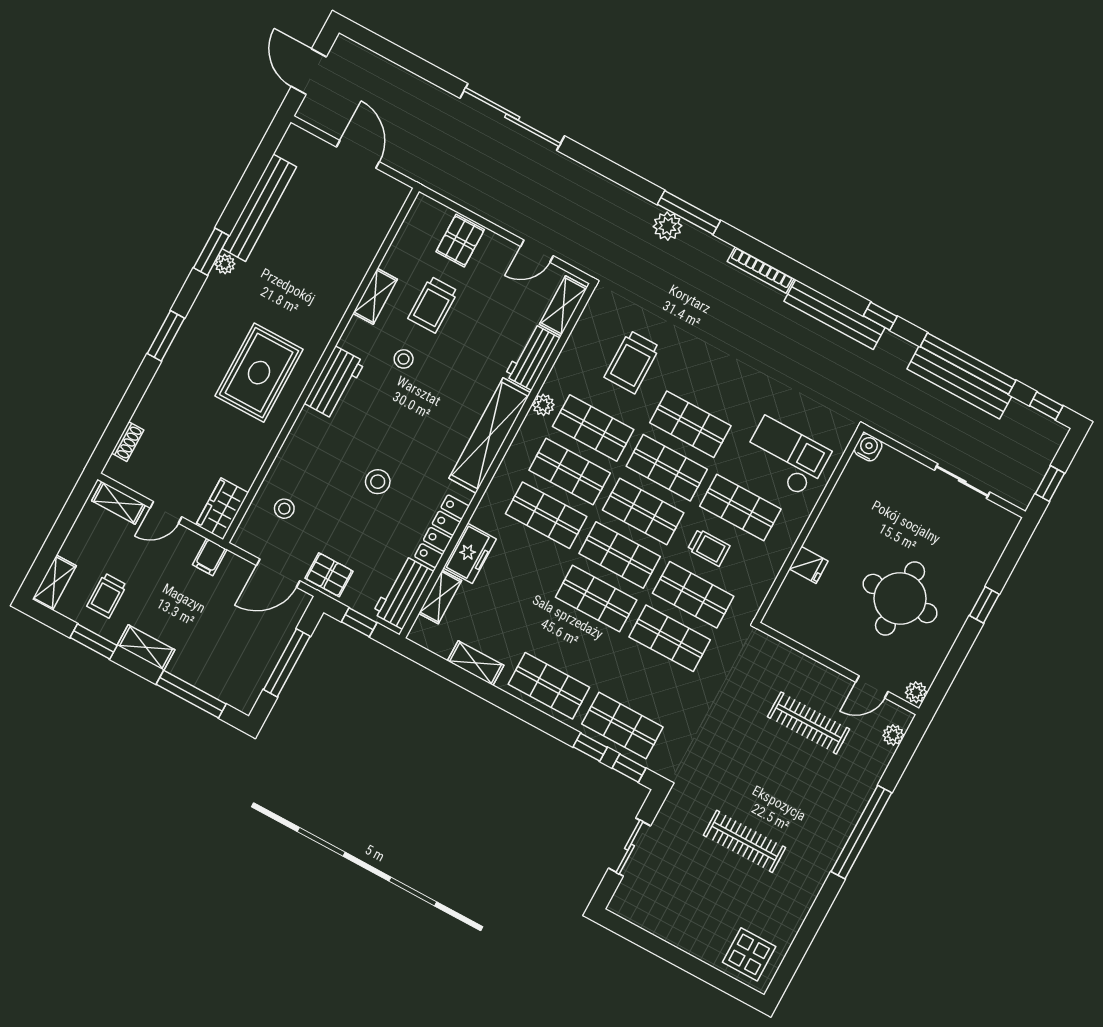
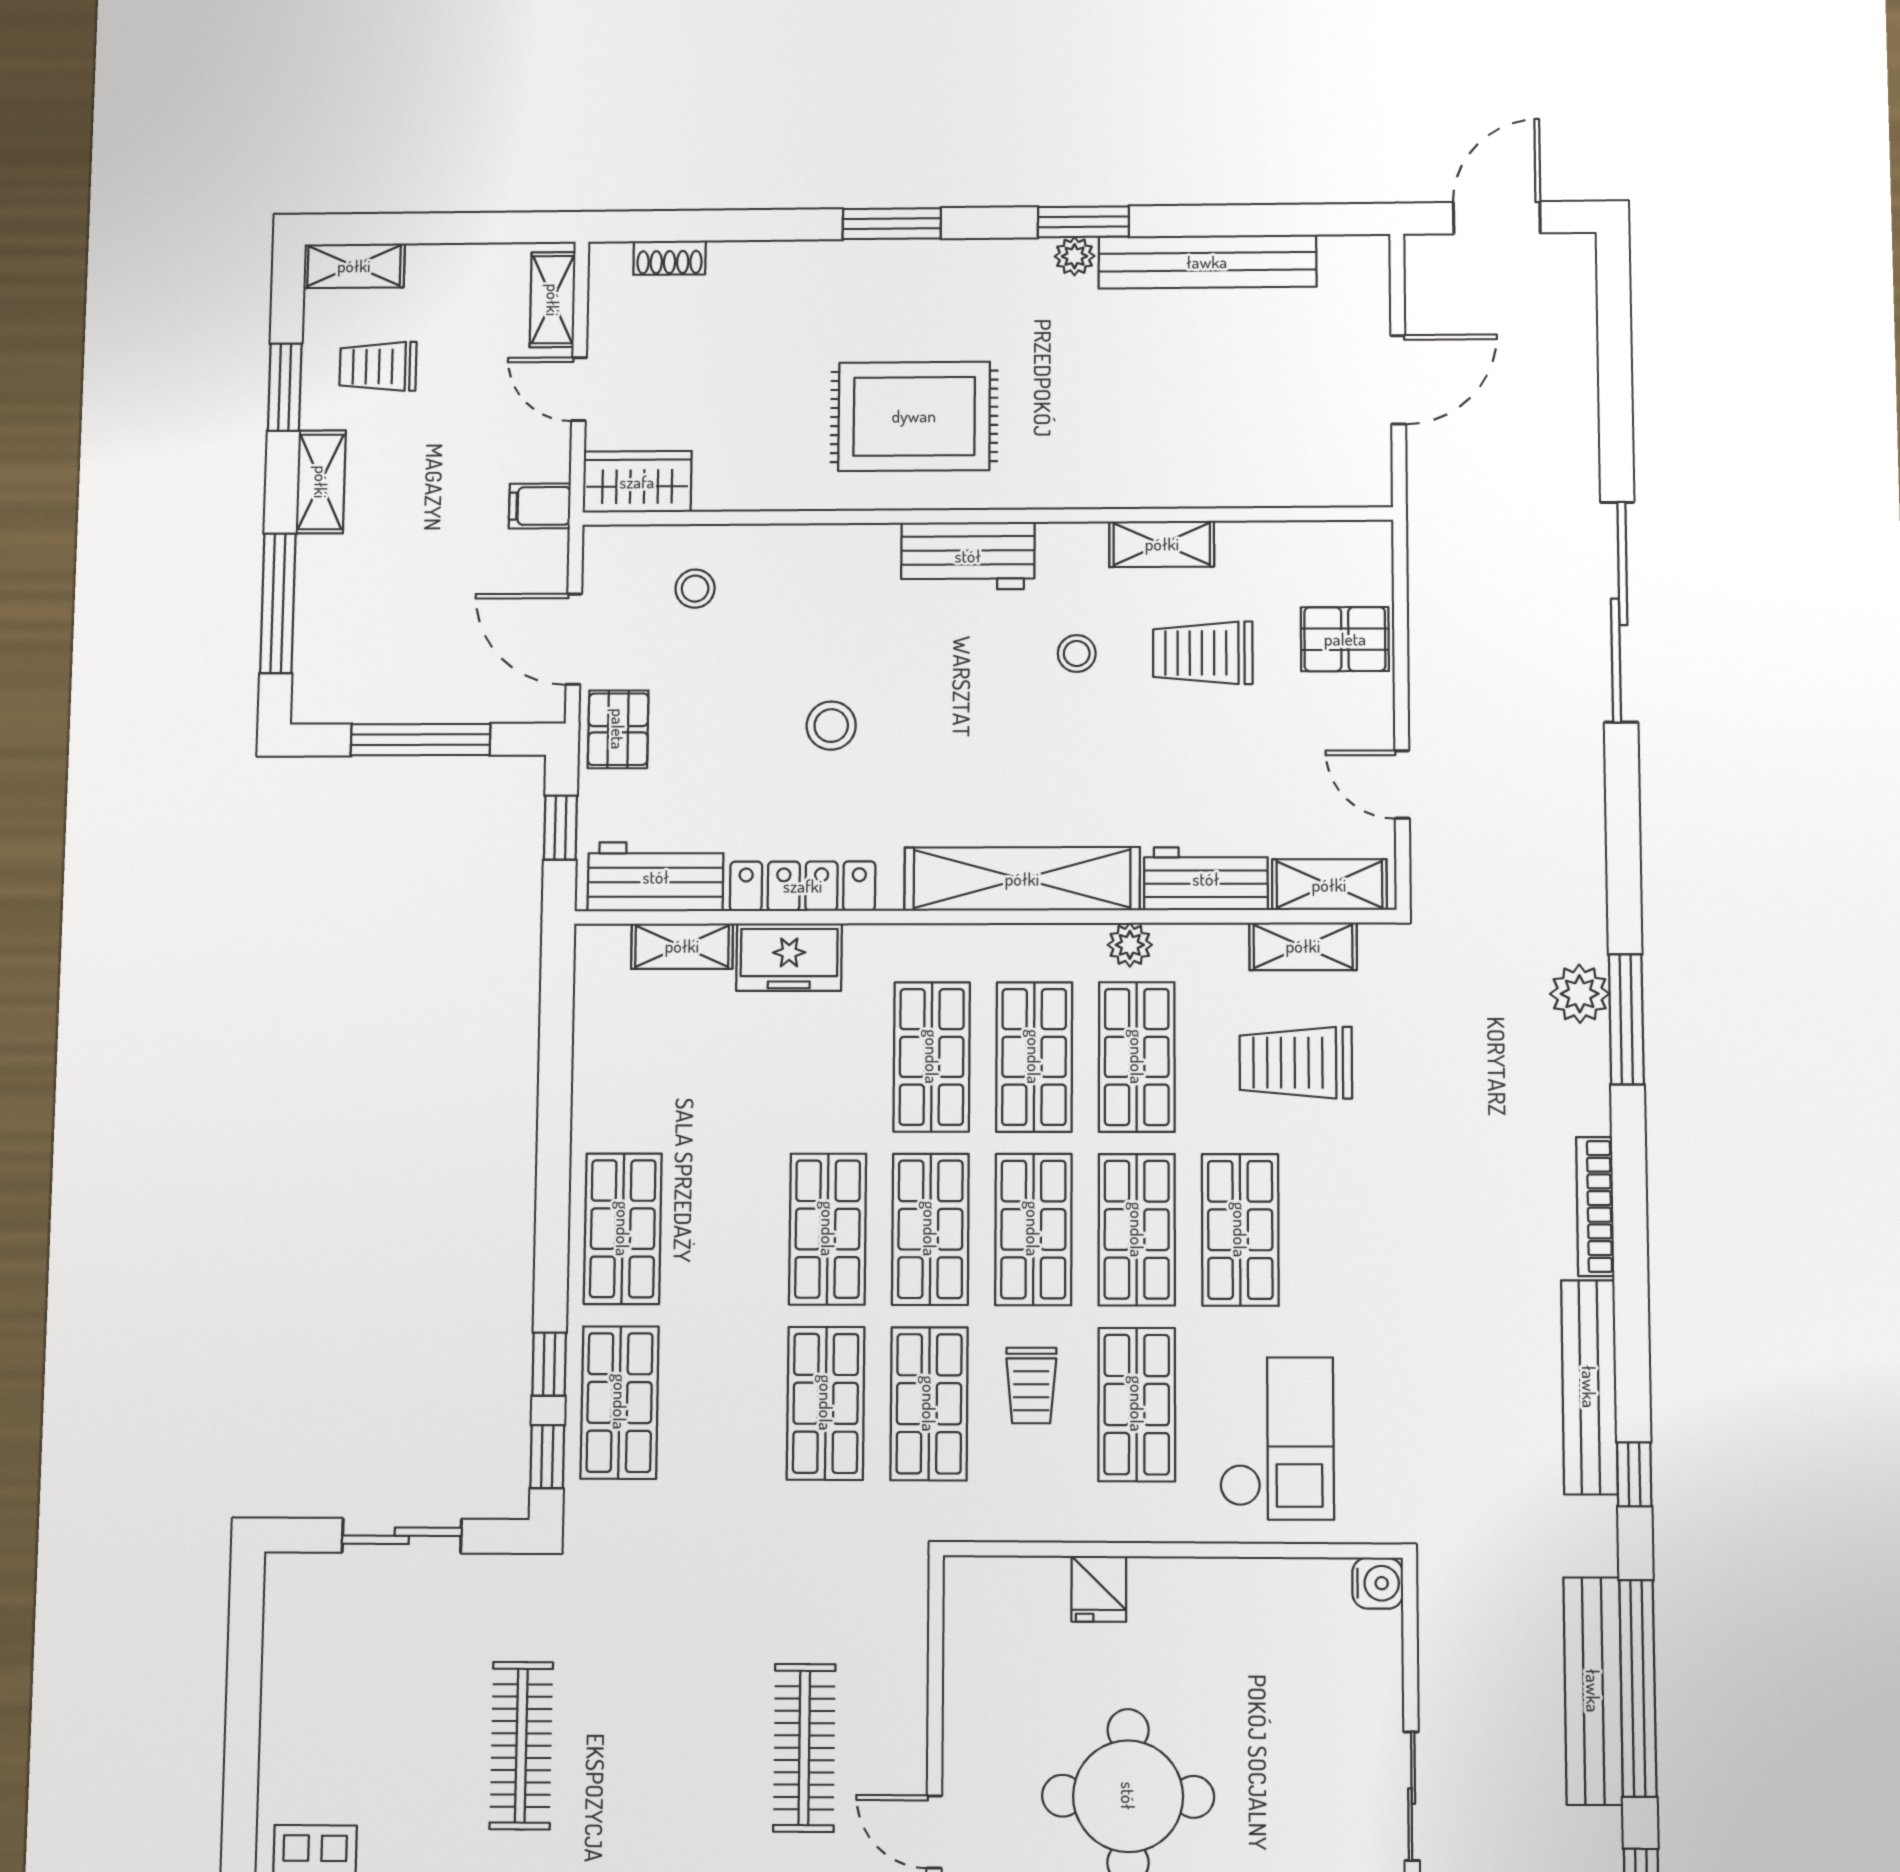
shelving: (476, 663) -> (1303, 946), moved, turned 90

